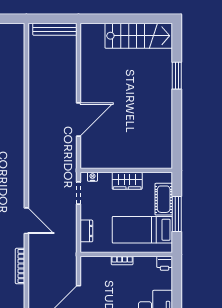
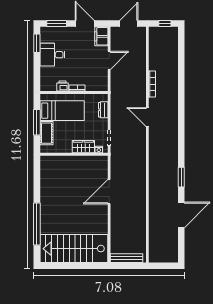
stairs: (139, 36) -> (74, 249), width x1.36, depth x1.51
window: (177, 76) -> (37, 224), width x2.11
wardrobe: (127, 181) -> (83, 147), moved
printer: (165, 263) -> (62, 86), moved

